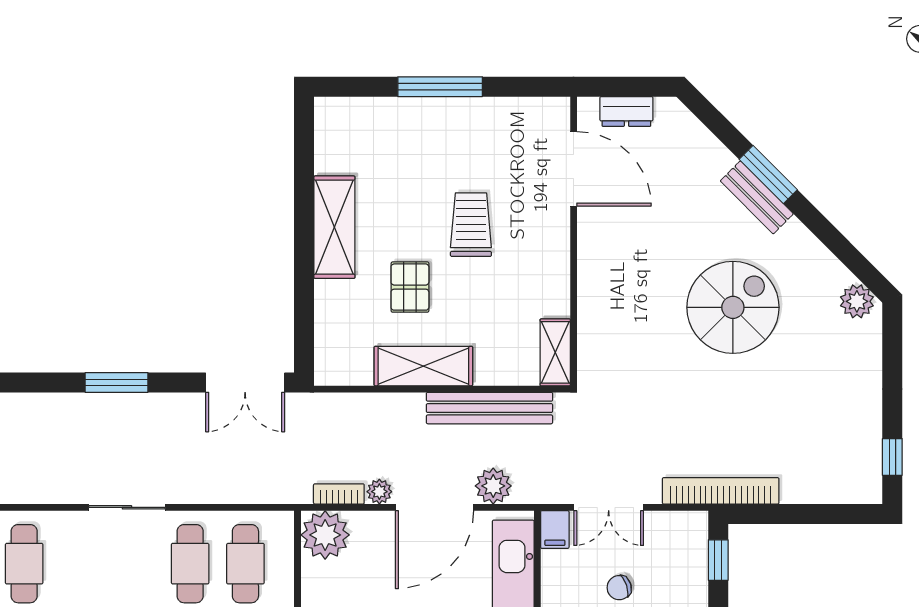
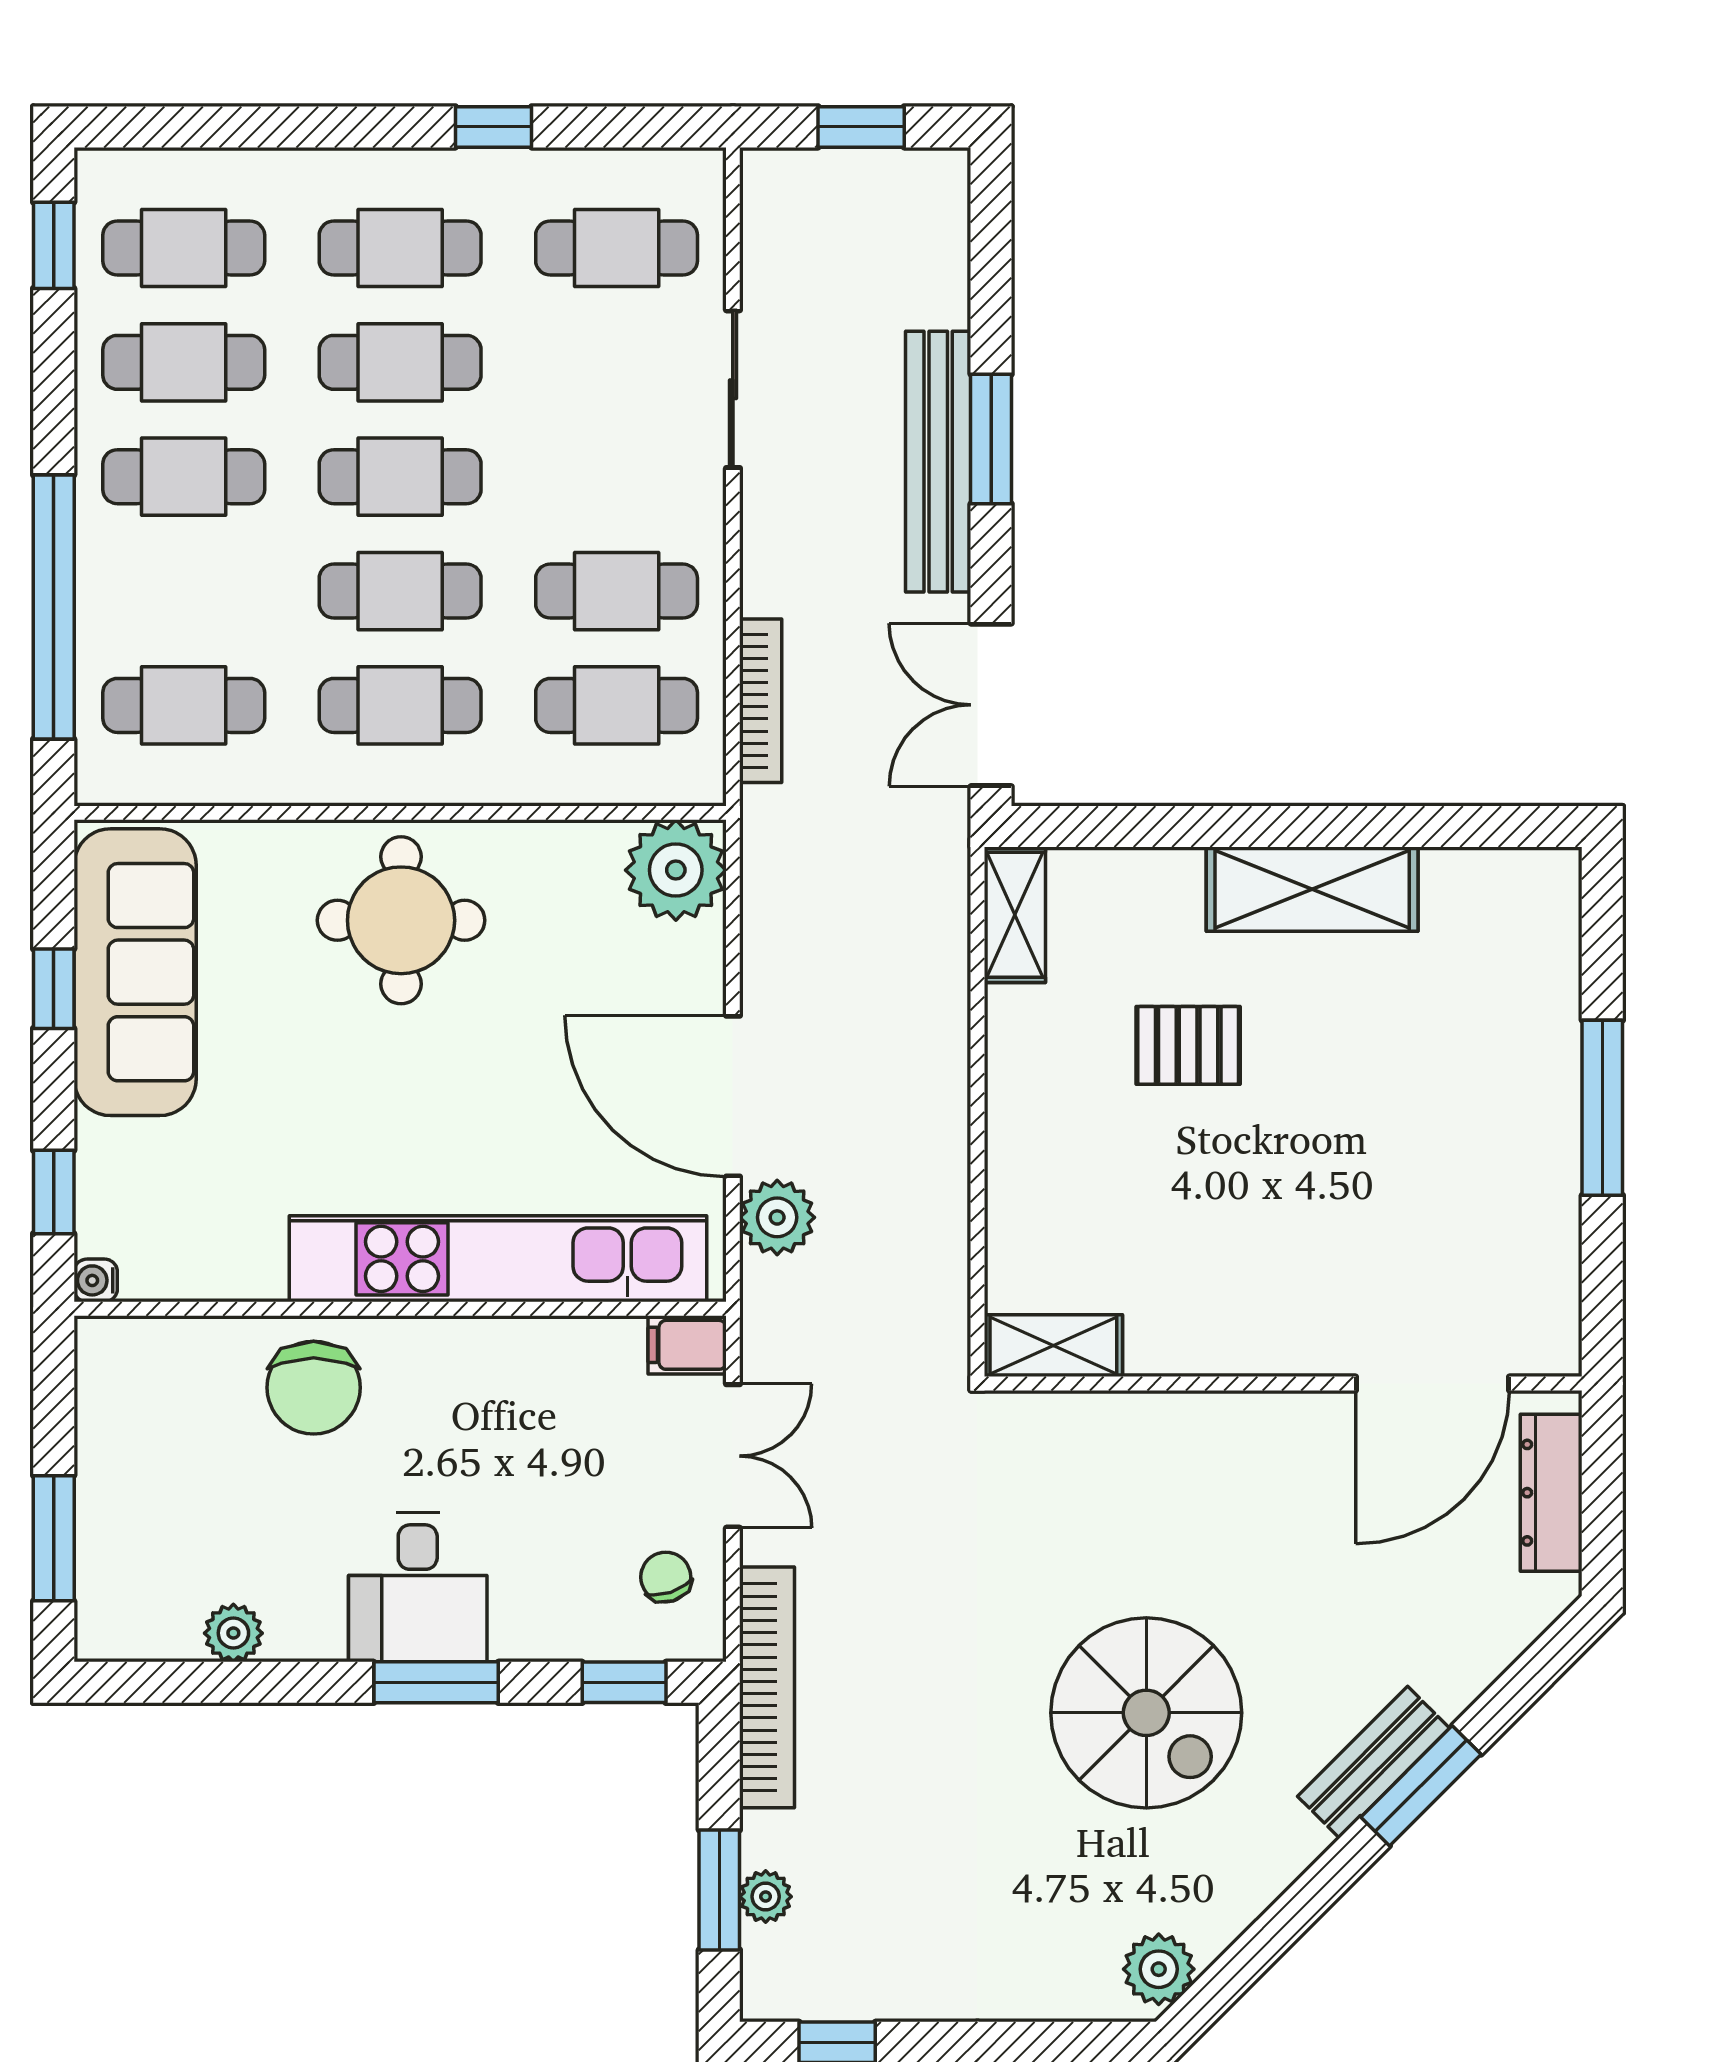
dresser: (626, 111) -> (1551, 1493), width x1.44
trolley: (471, 225) -> (1317, 1171), removed
shelving: (423, 366) -> (1015, 915), moved, width x0.67, depth x0.75
bench: (489, 408) -> (938, 462), moved
plant: (379, 492) -> (766, 1897), moved
bookcase: (339, 494) -> (761, 701), moved, width x1.56
sliding door: (127, 507) -> (733, 389), moved
double door: (609, 507) -> (733, 1456), swing flipped
window: (819, 514) -> (719, 1890), added
chair: (619, 588) -> (666, 1577), moved

